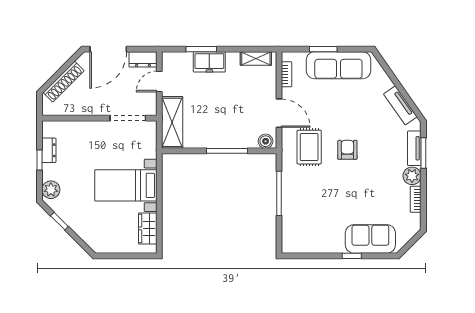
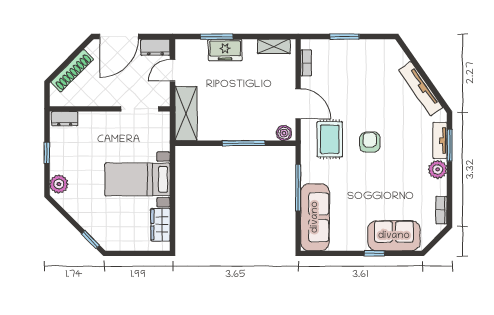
sofa: (338, 65) -> (315, 217), moved, turned -90
tv unit: (400, 105) -> (421, 89), width x1.41
dresser: (49, 150) -> (65, 119), moved, turned 90
bookcase: (416, 199) -> (441, 210), moved
window: (59, 221) -> (90, 239), moved

